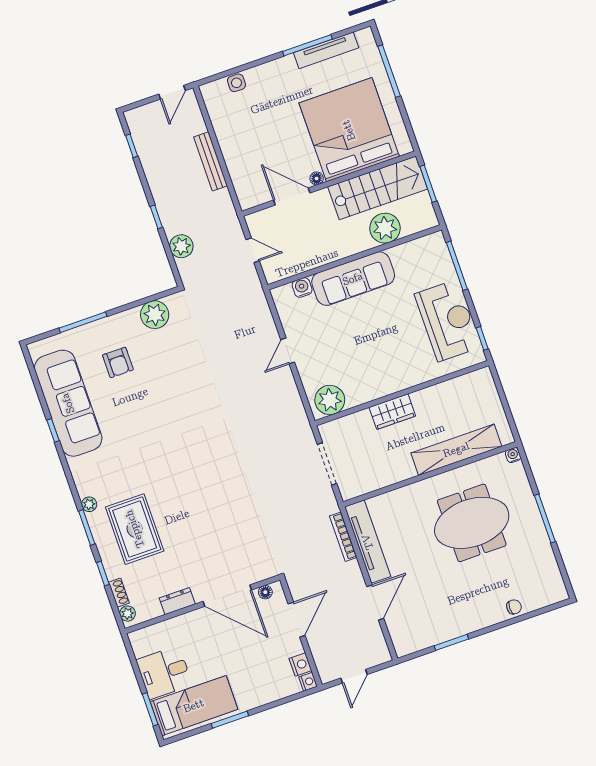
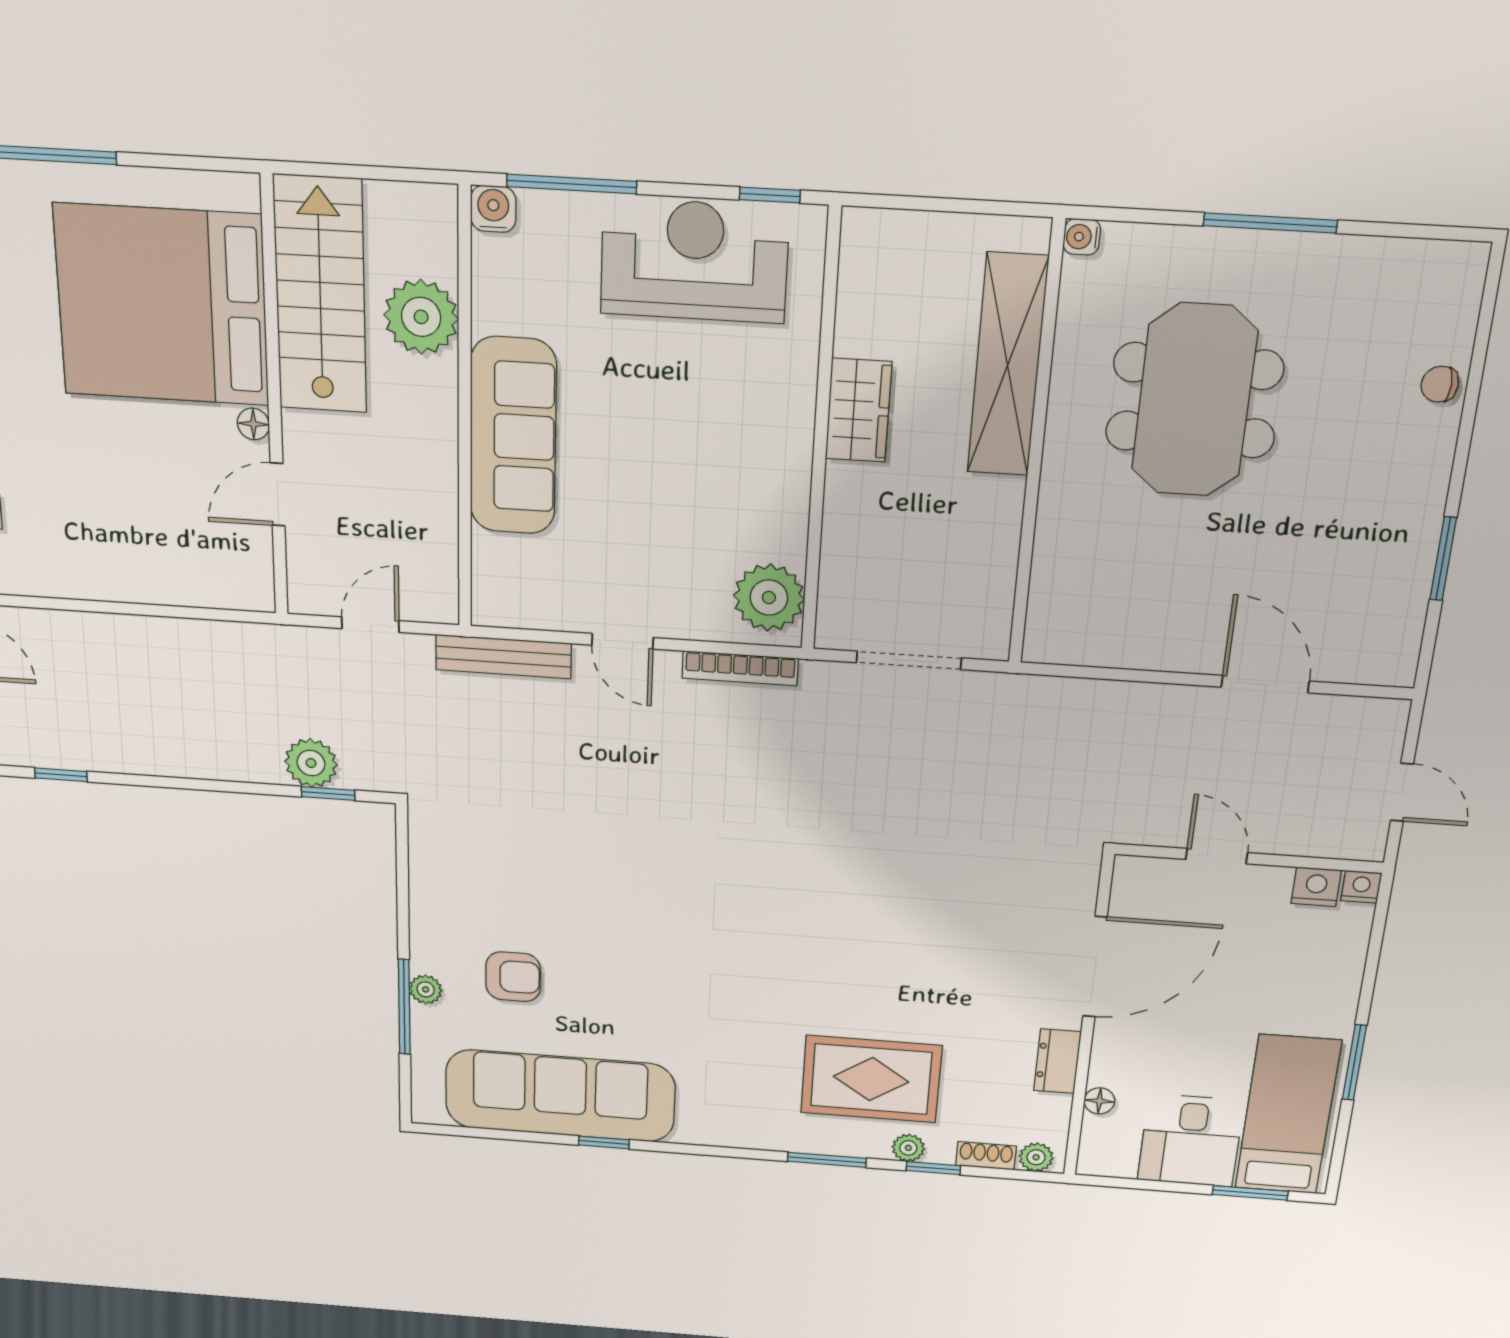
bench: (211, 161) -> (503, 657), moved
window: (428, 184) -> (349, 171), removed
door: (292, 197) -> (278, 494), width x0.73
window: (156, 217) -> (328, 794), moved
water cooler: (302, 287) -> (493, 209), moved, turned 90
plant: (155, 315) -> (426, 989), moved, width x0.53, depth x0.53
wardrobe: (392, 412) -> (858, 410), moved
plant: (89, 504) -> (908, 1148), moved
bookcase: (343, 537) -> (740, 668), moved
tv unit: (368, 542) -> (1122, 645), removed
floor lamp: (265, 592) -> (1099, 1101), moved
chair: (514, 607) -> (1440, 384), turned -90
door: (297, 620) -> (1217, 856), width x0.73

